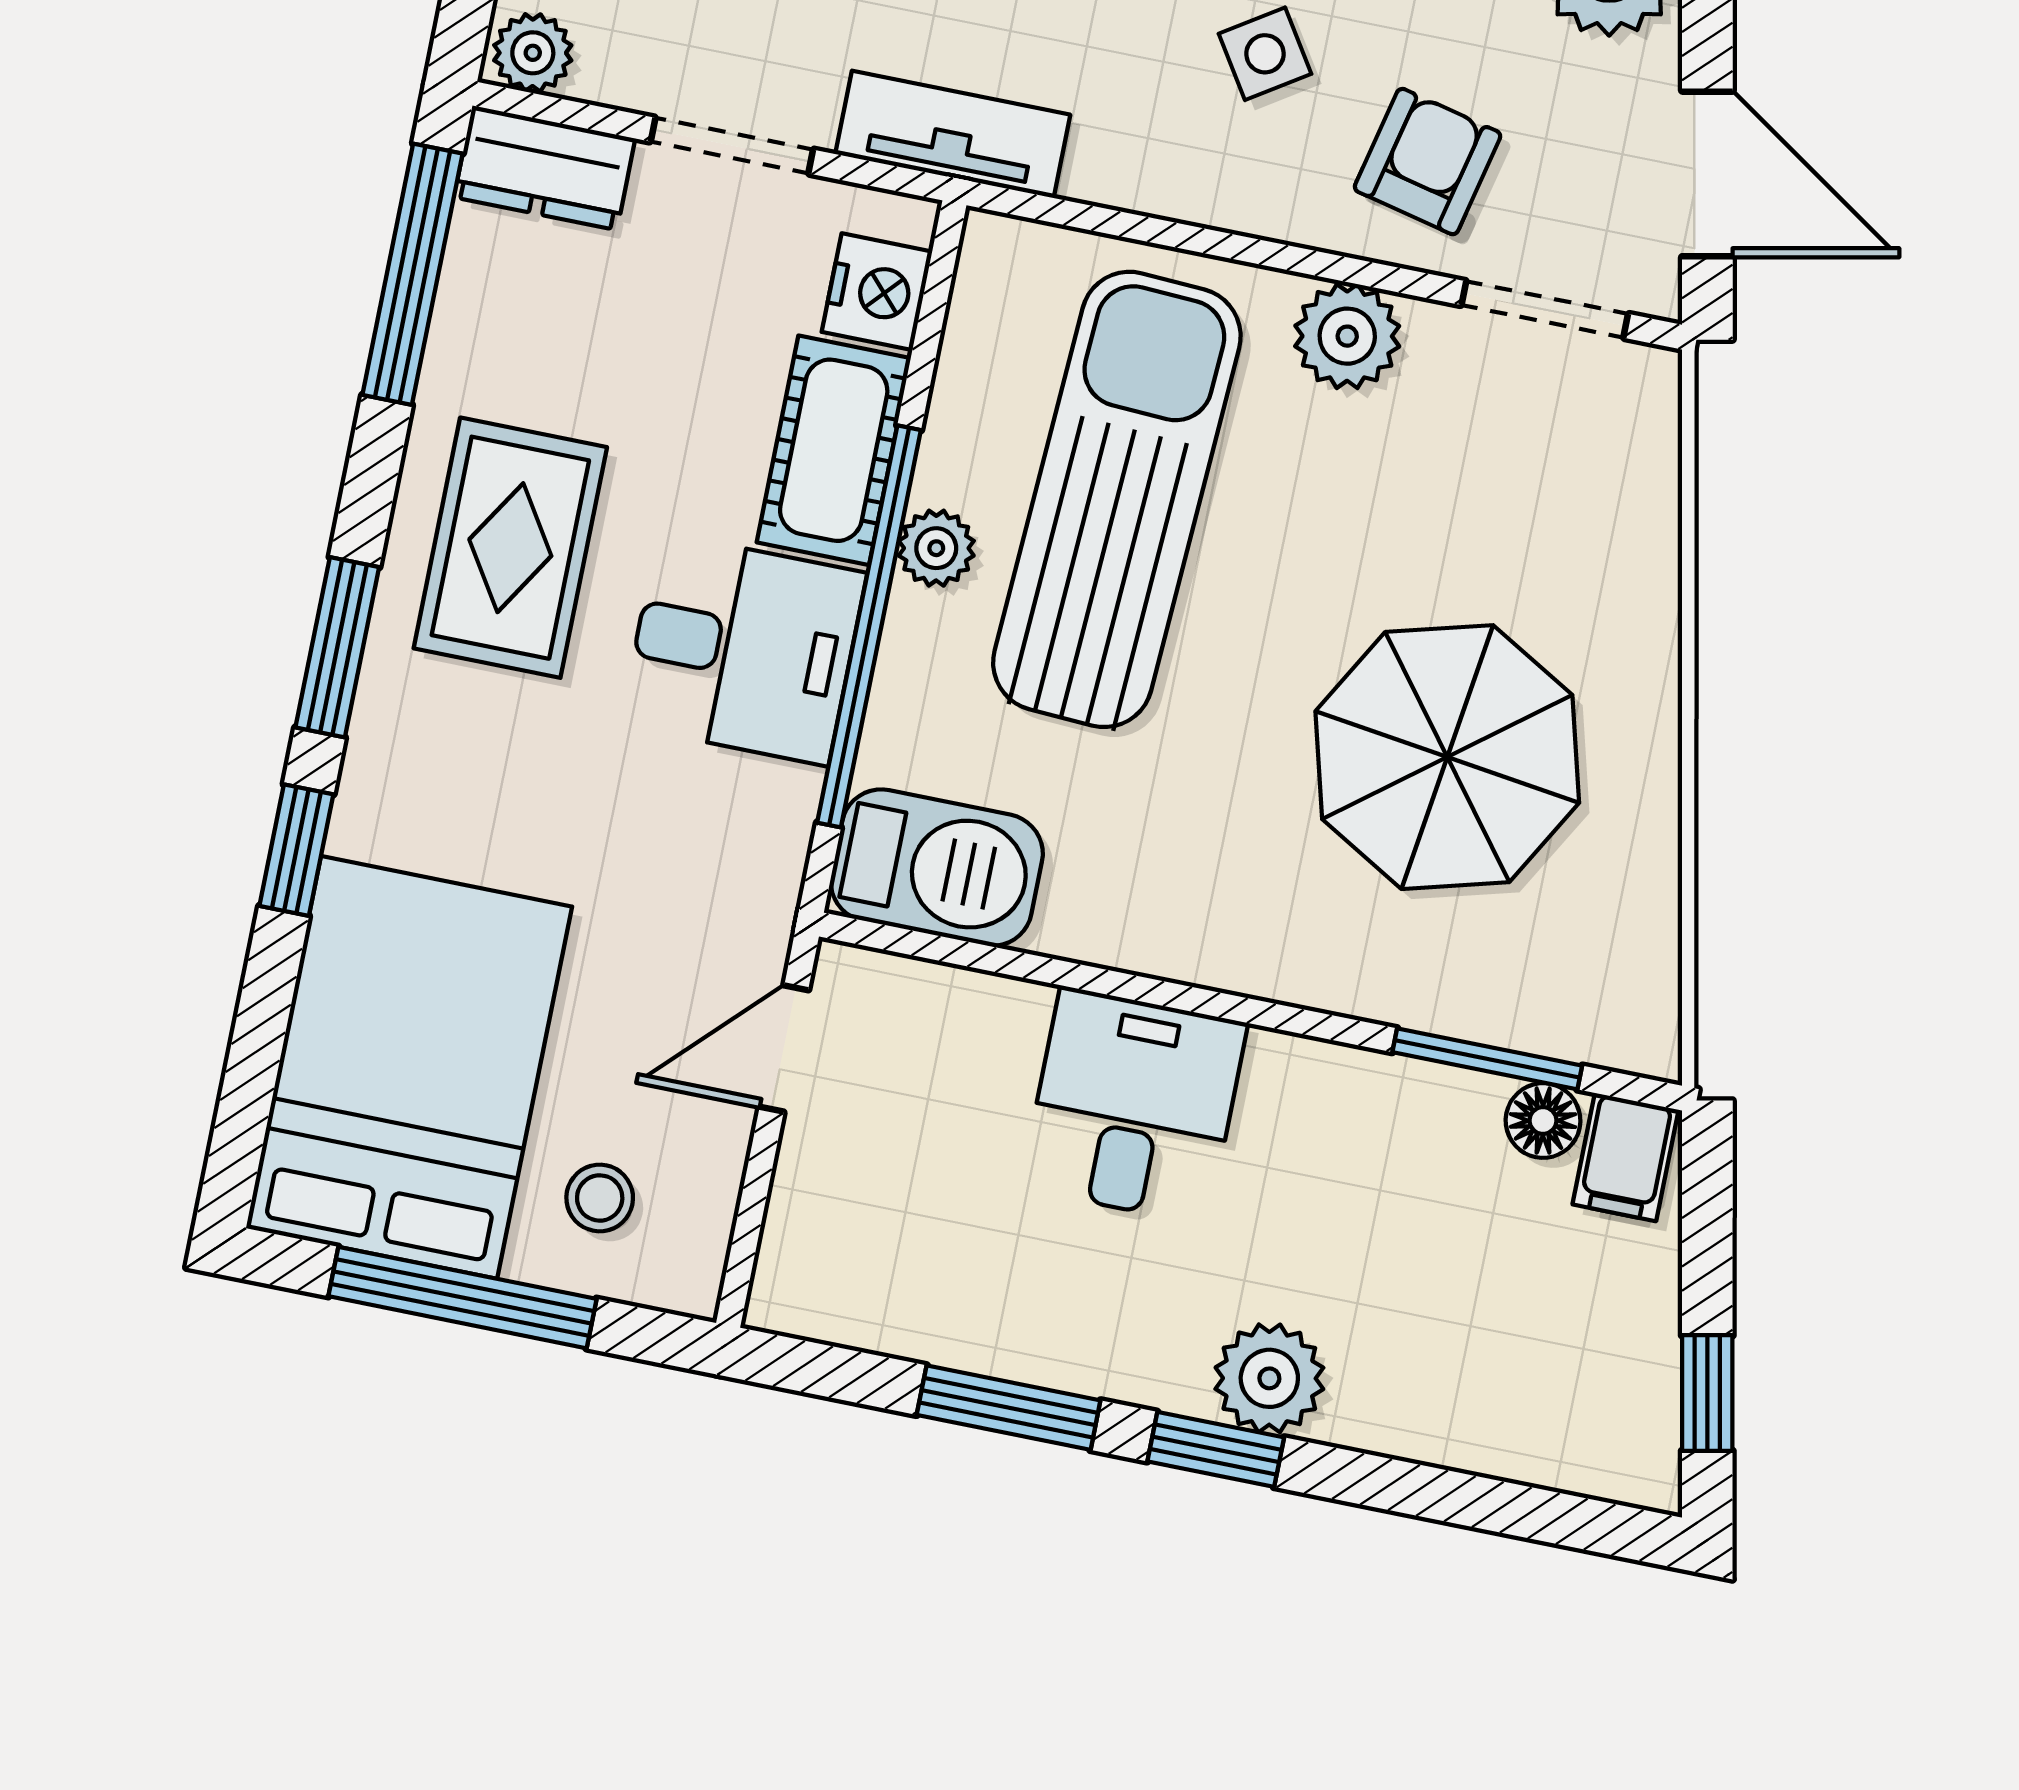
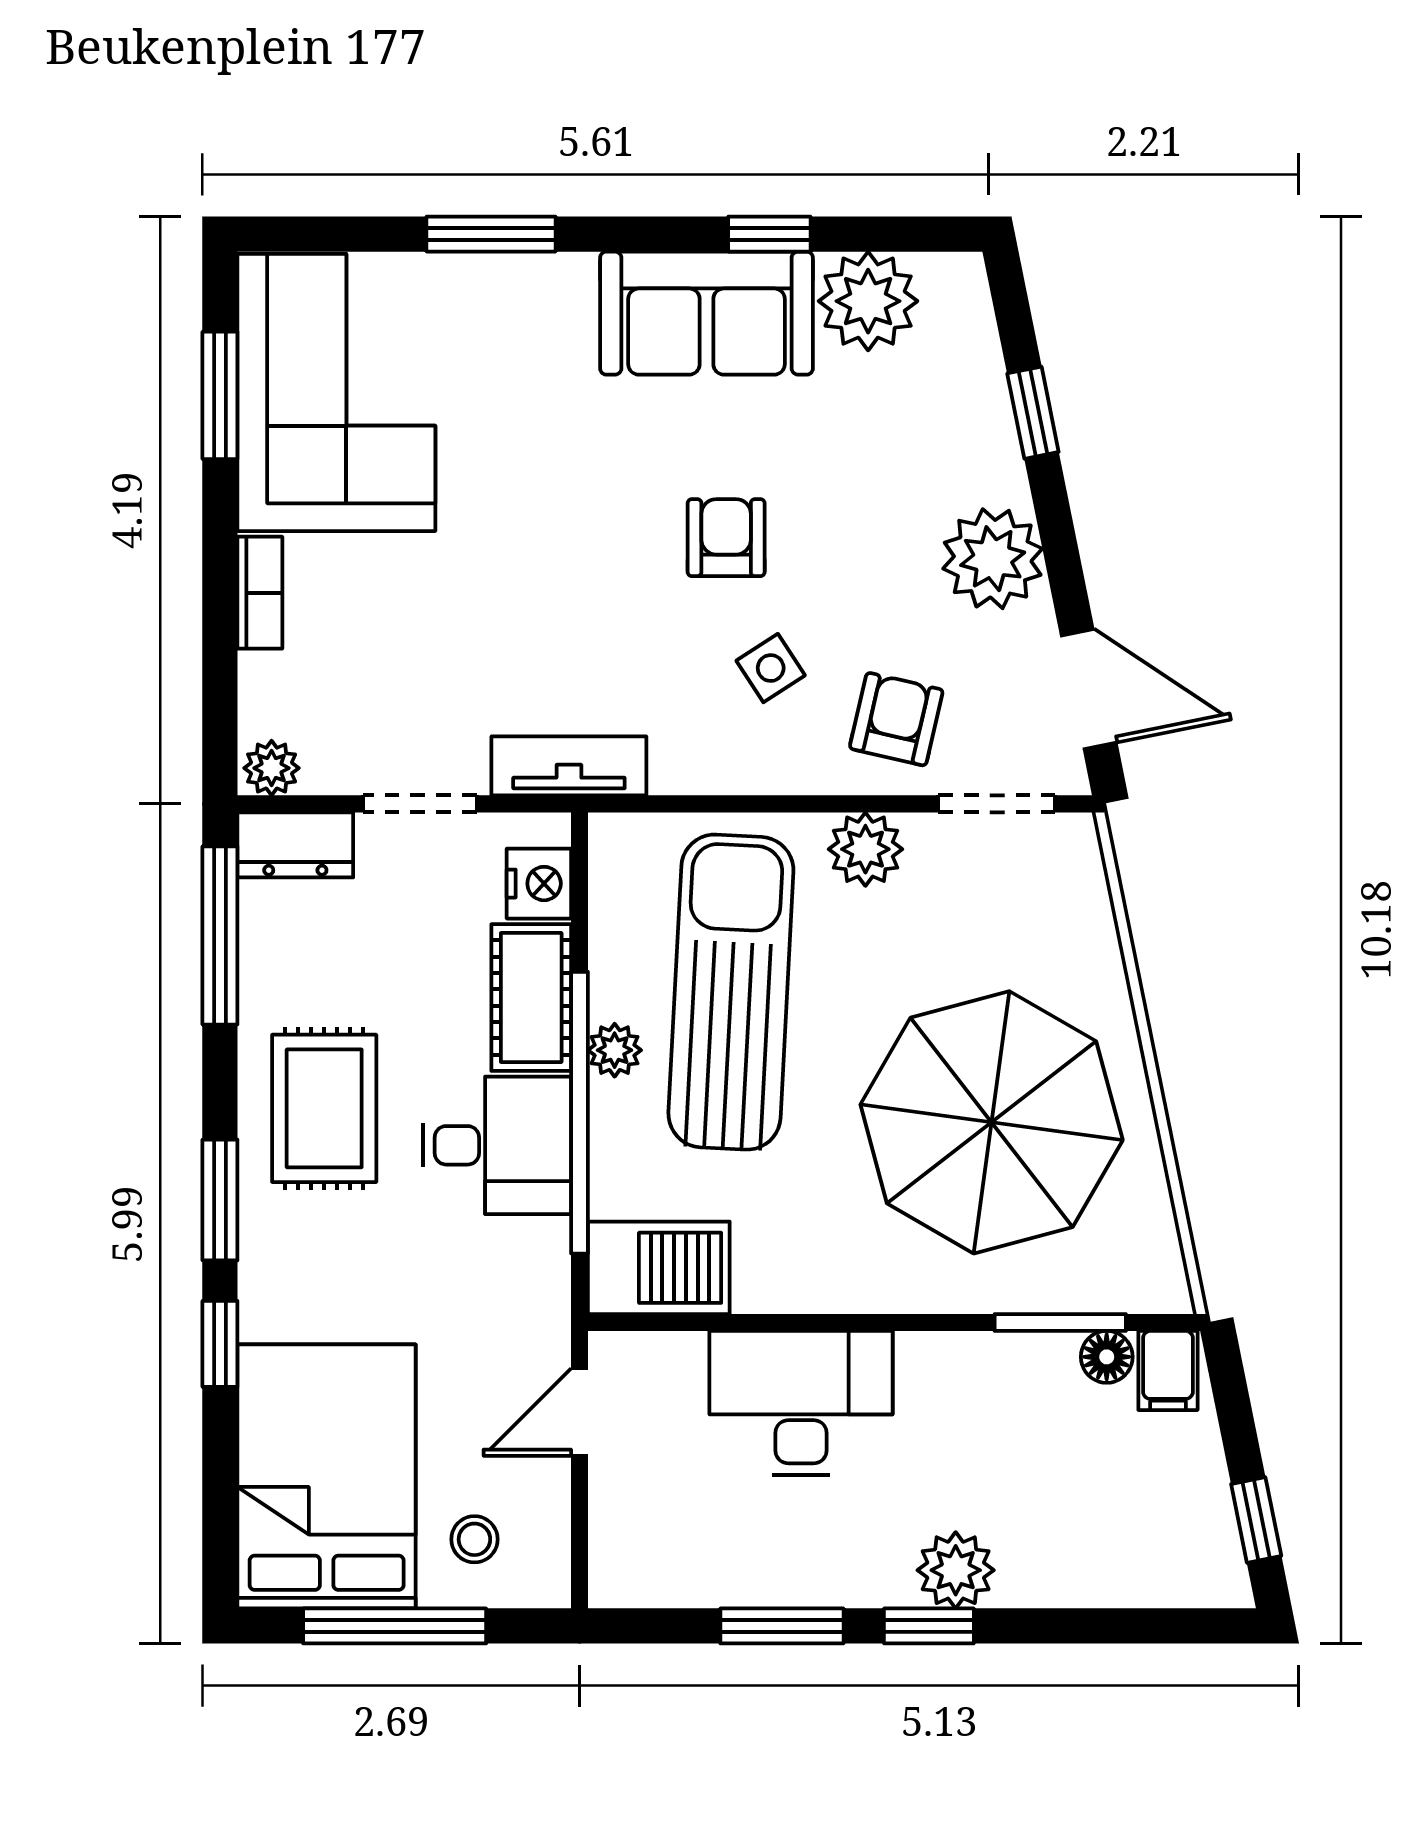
parasol: (1447, 757) -> (992, 1122), width x1.36, depth x1.36
desk: (1134, 1106) -> (801, 1403), width x1.37

